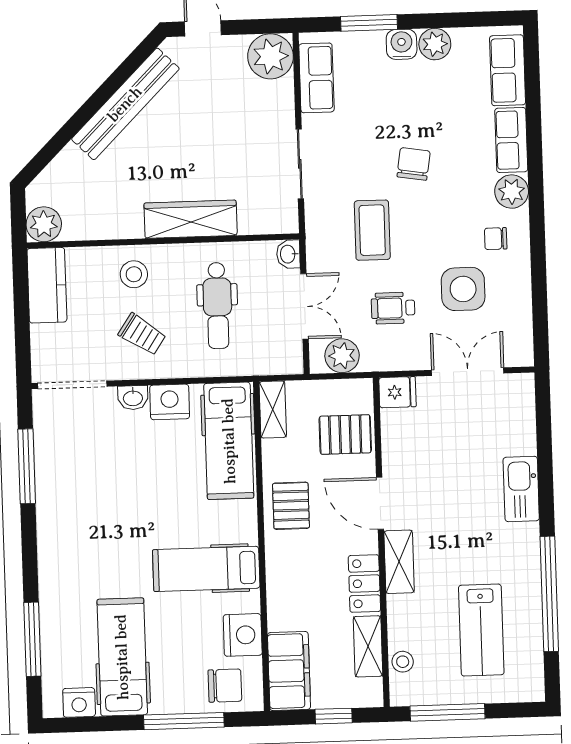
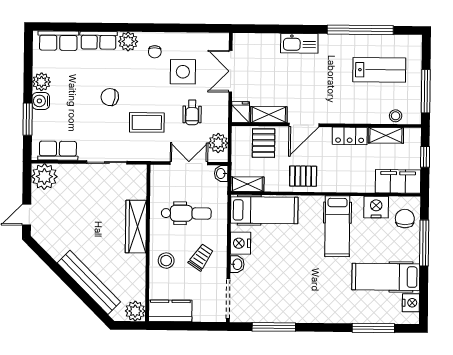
bench: (125, 104) -> (89, 282), moved
washbasin: (288, 254) -> (221, 173), moved, turned 90
shelving: (399, 562) -> (269, 115), moved

